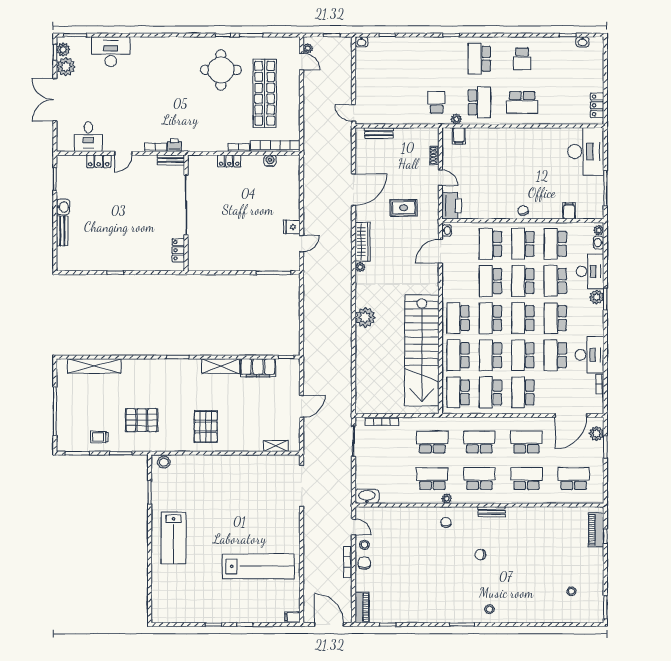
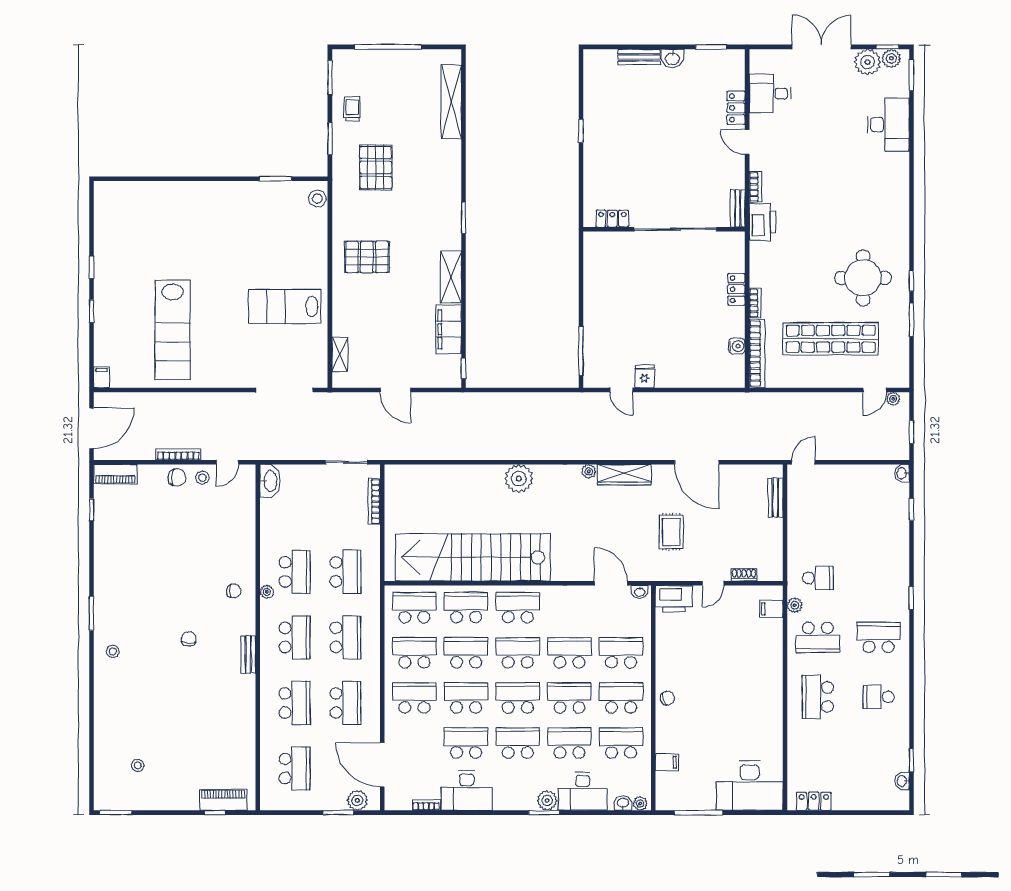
printer: (175, 145) -> (762, 222), width x1.87, depth x1.48
lab bench: (174, 538) -> (284, 306), moved

